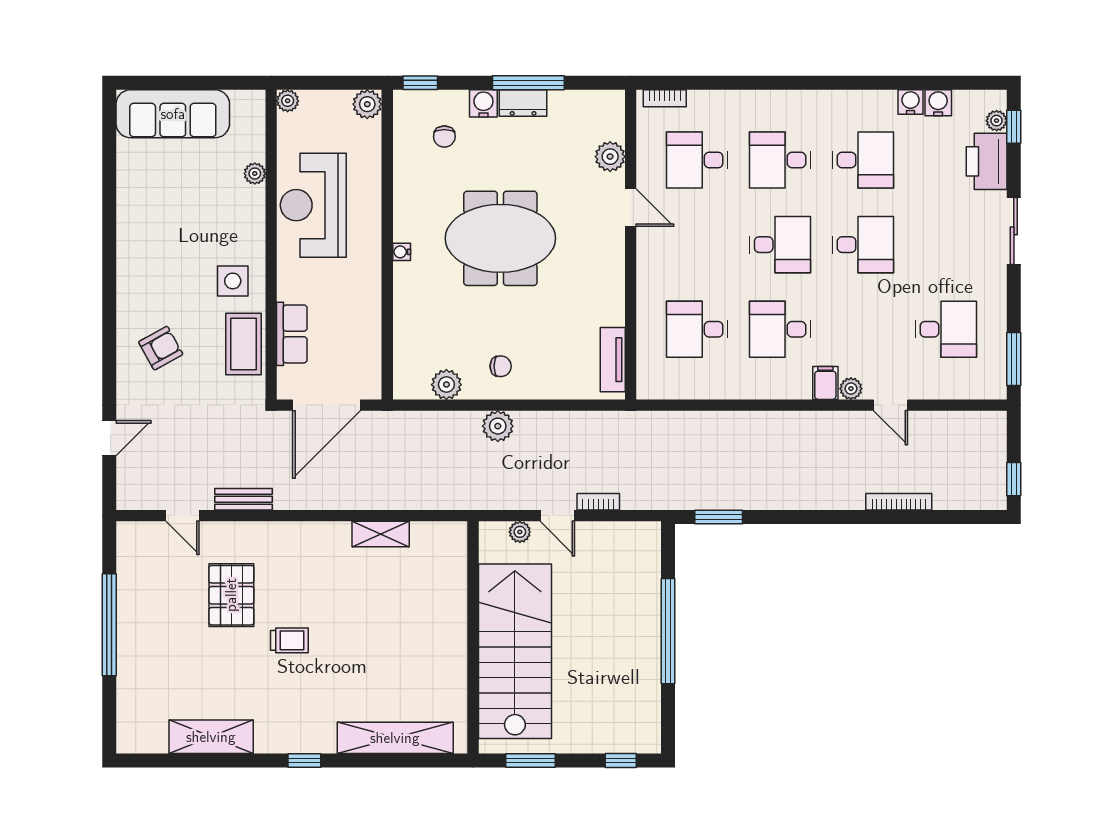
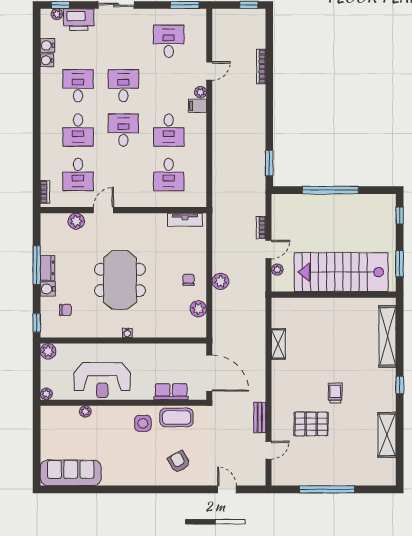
sofa: (173, 114) -> (71, 473), moved, turned -90

